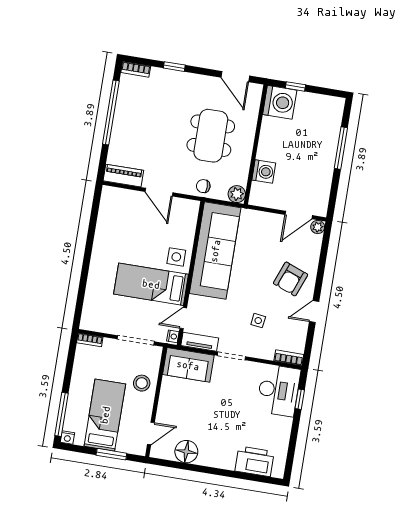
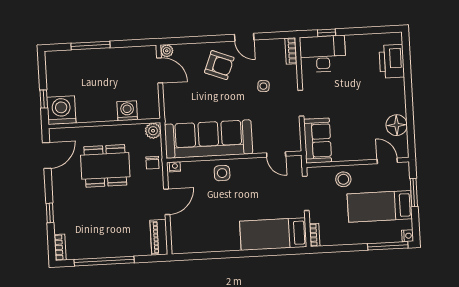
bed: (151, 284) -> (273, 234), moved, turned 90
nightstand: (173, 336) -> (175, 167), moved
tv unit: (200, 342) -> (294, 135), removed

